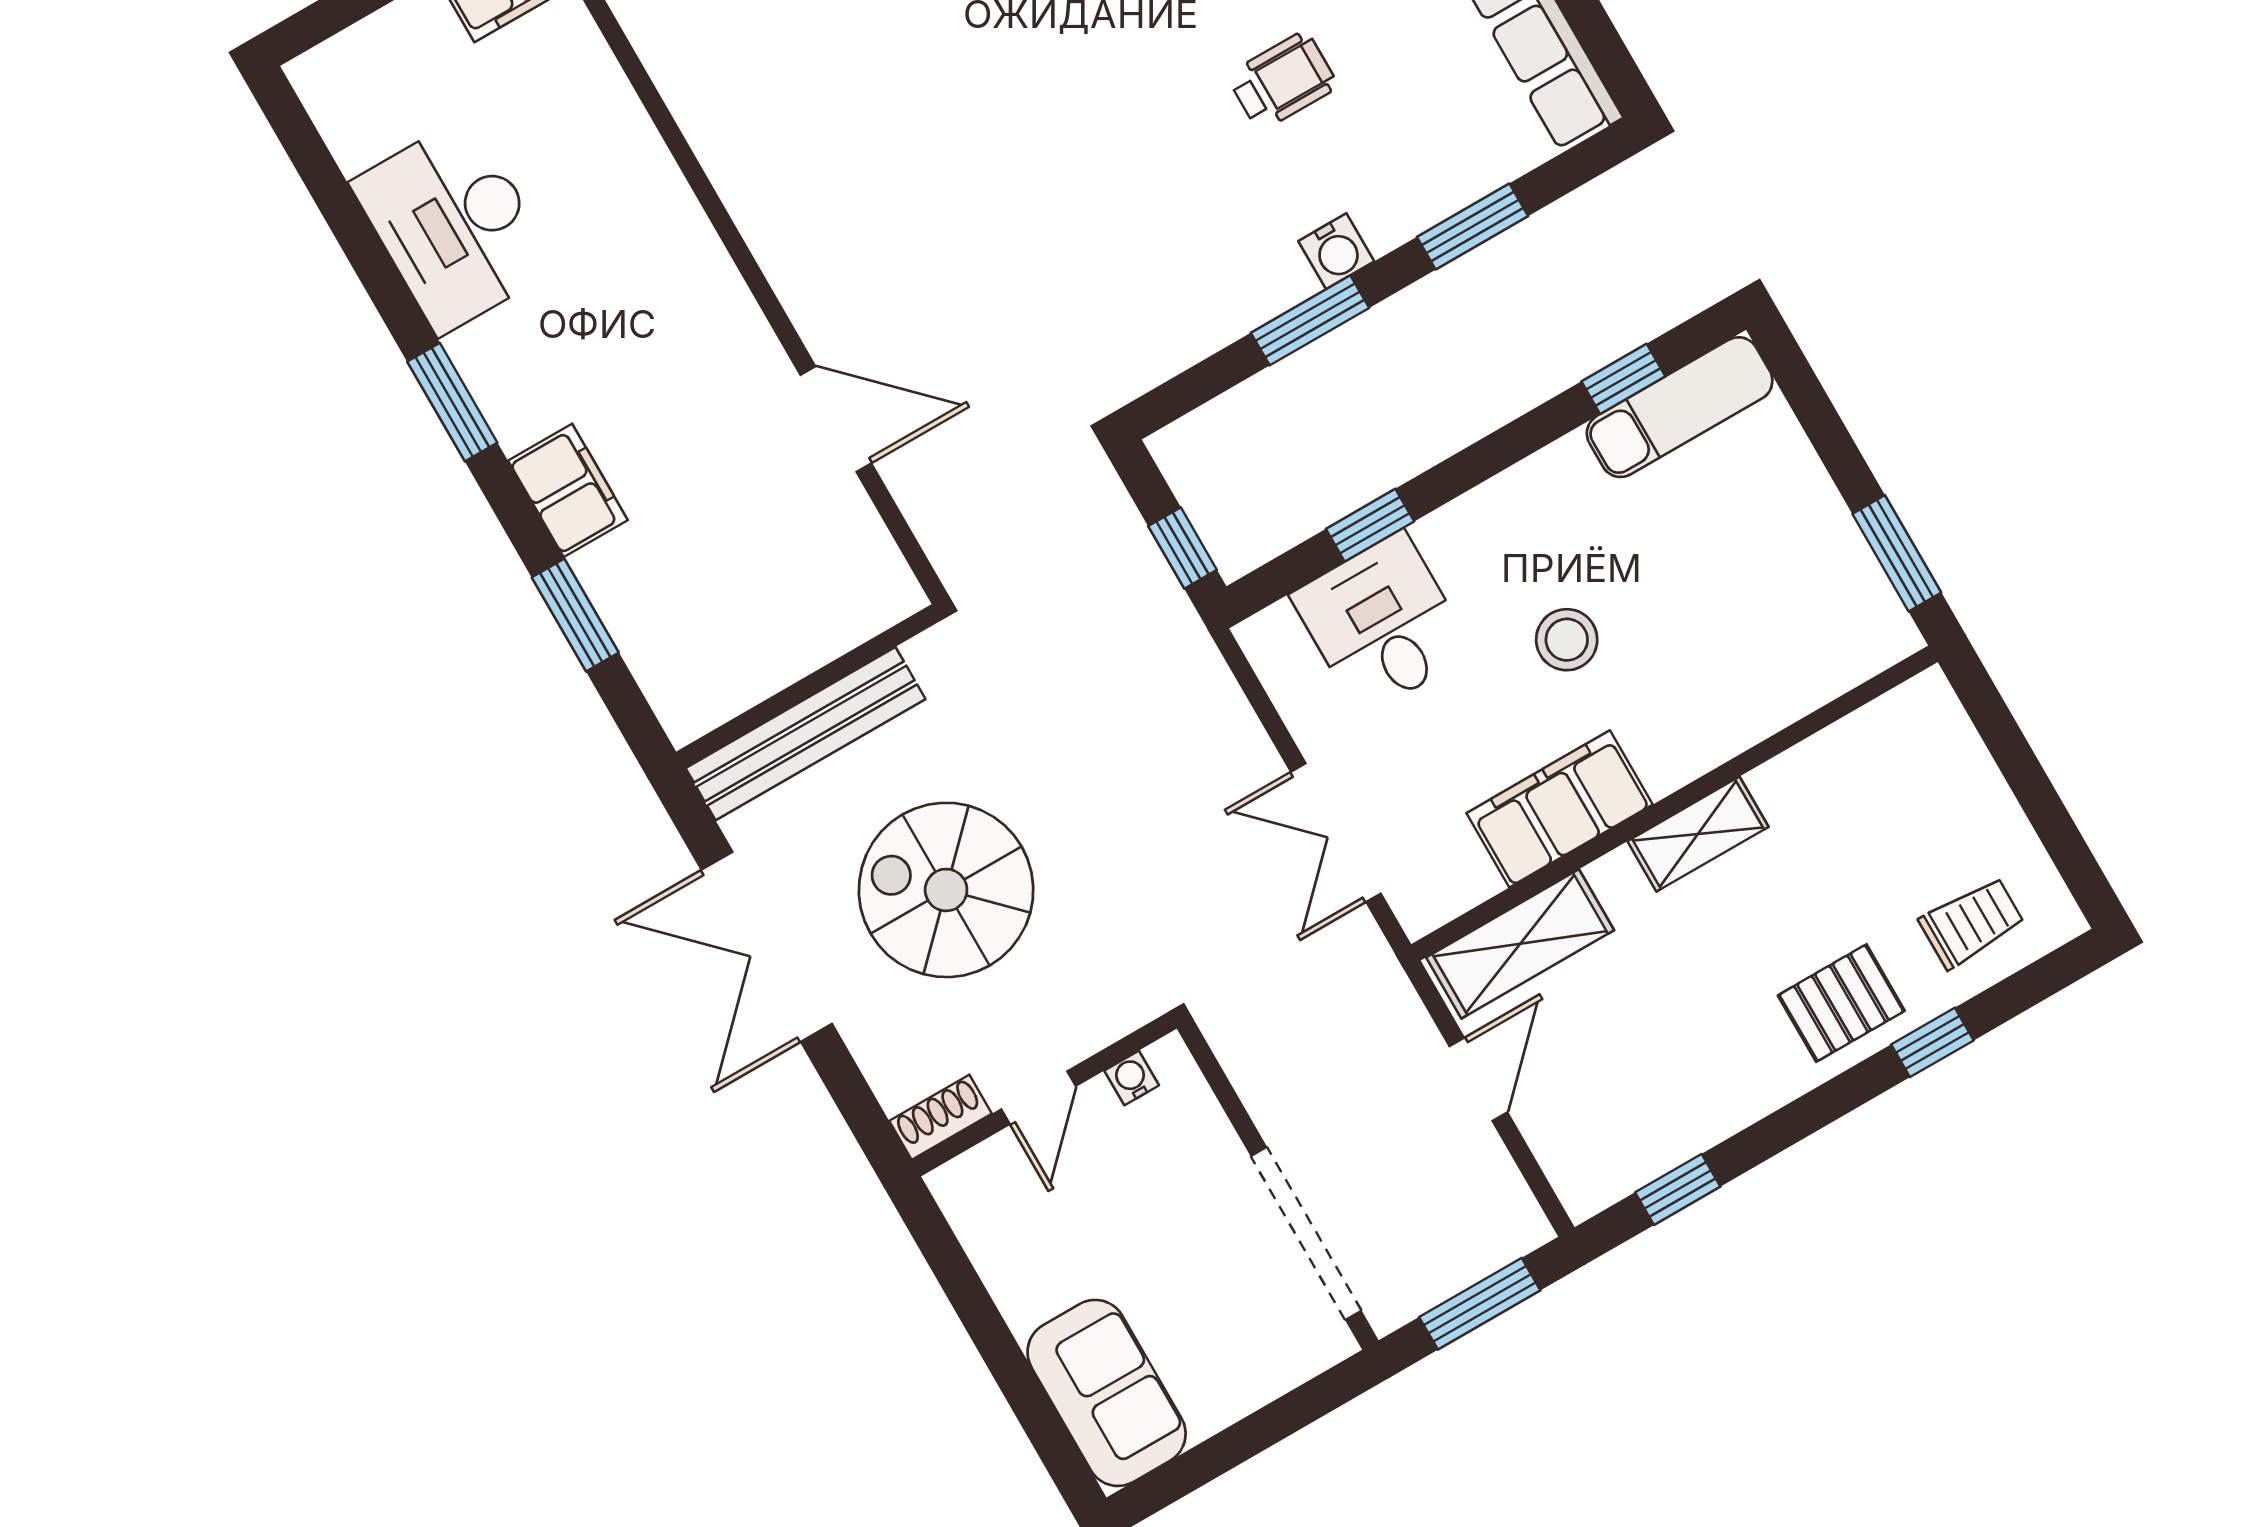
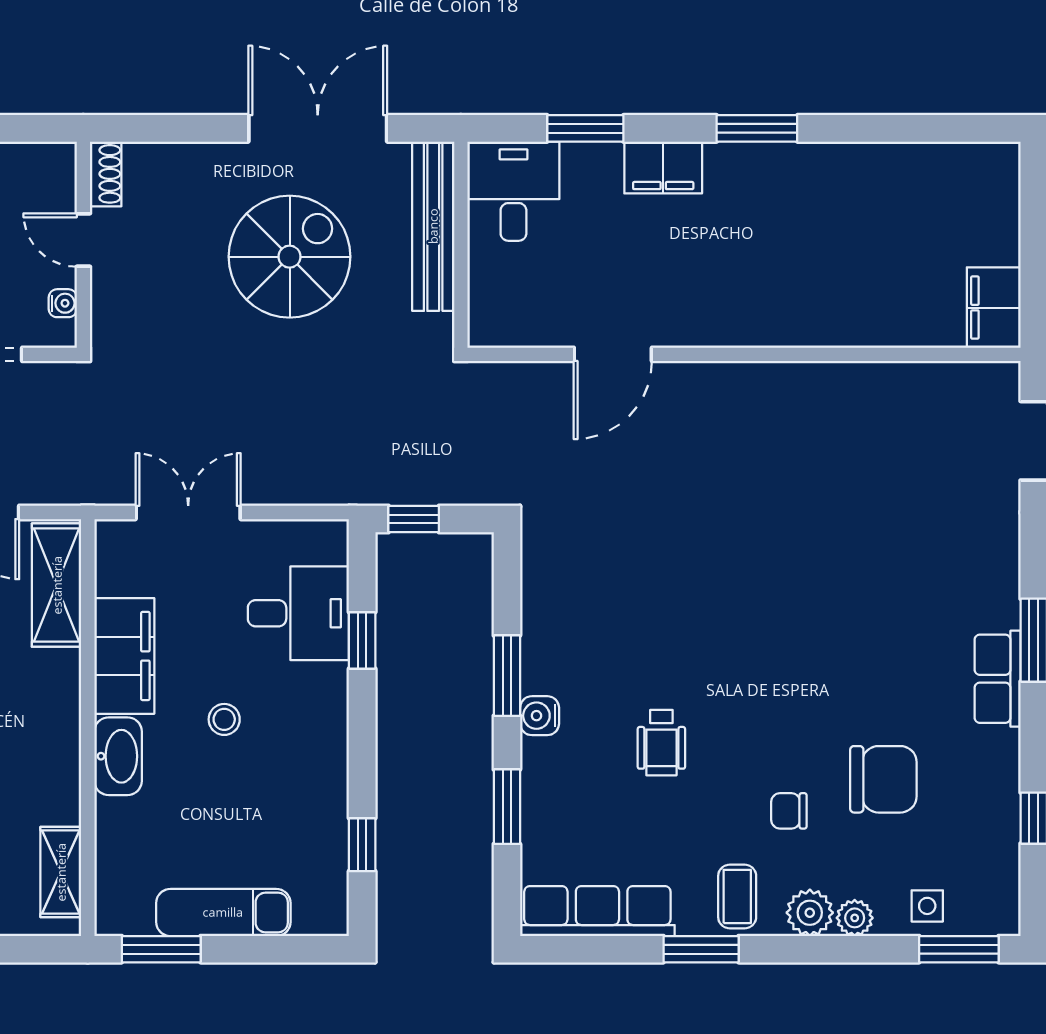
desk: (454, 225) -> (513, 191), moved, width x0.73
exam couch: (1680, 407) -> (223, 912), moved, turned 90
stool: (1567, 640) -> (224, 719), width x0.73, depth x0.73
washbasin: (1688, 745) -> (118, 756), added
shelving: (1698, 834) -> (61, 872), moved
water cooler: (1132, 1078) -> (63, 303), moved
wall: (1044, 1094) -> (83, 245), moved
door: (1039, 1098) -> (83, 240), moved
shoe rack: (941, 1117) -> (106, 174), moved

